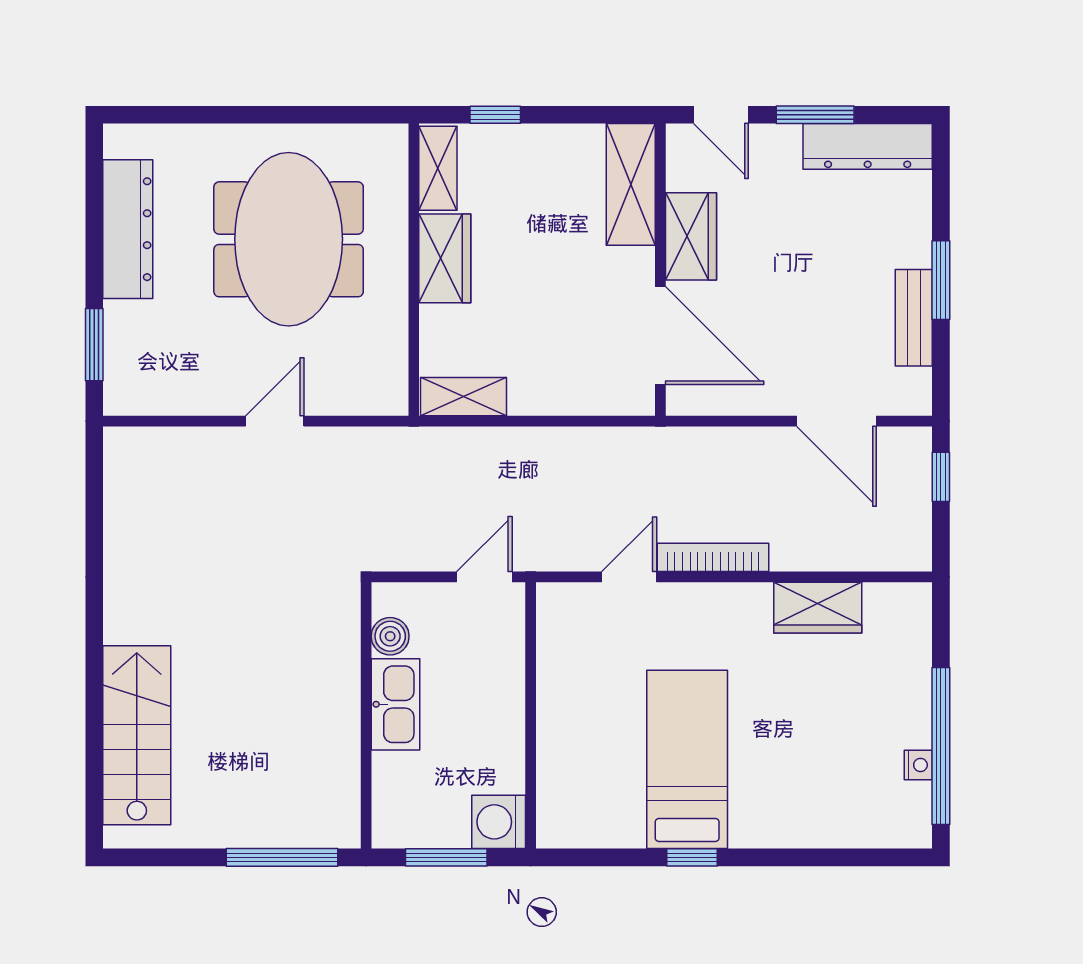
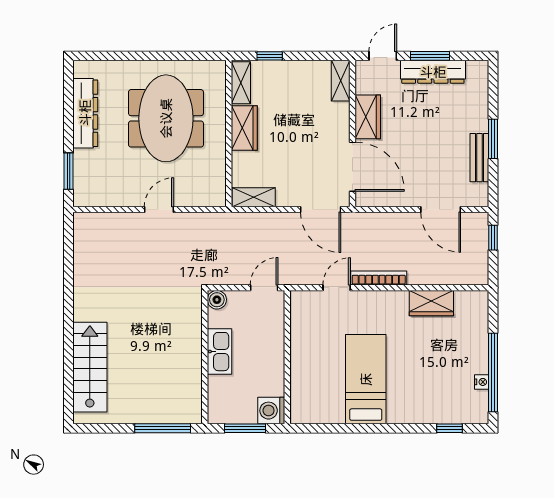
door: (721, 115) -> (383, 56), swing flipped
dresser: (868, 146) -> (433, 72), moved
shelving: (631, 184) -> (341, 81), width x0.67, depth x0.75
door: (597, 421) -> (321, 210), added
boiler: (390, 636) -> (217, 300), moved
window: (692, 857) -> (449, 428), moved

